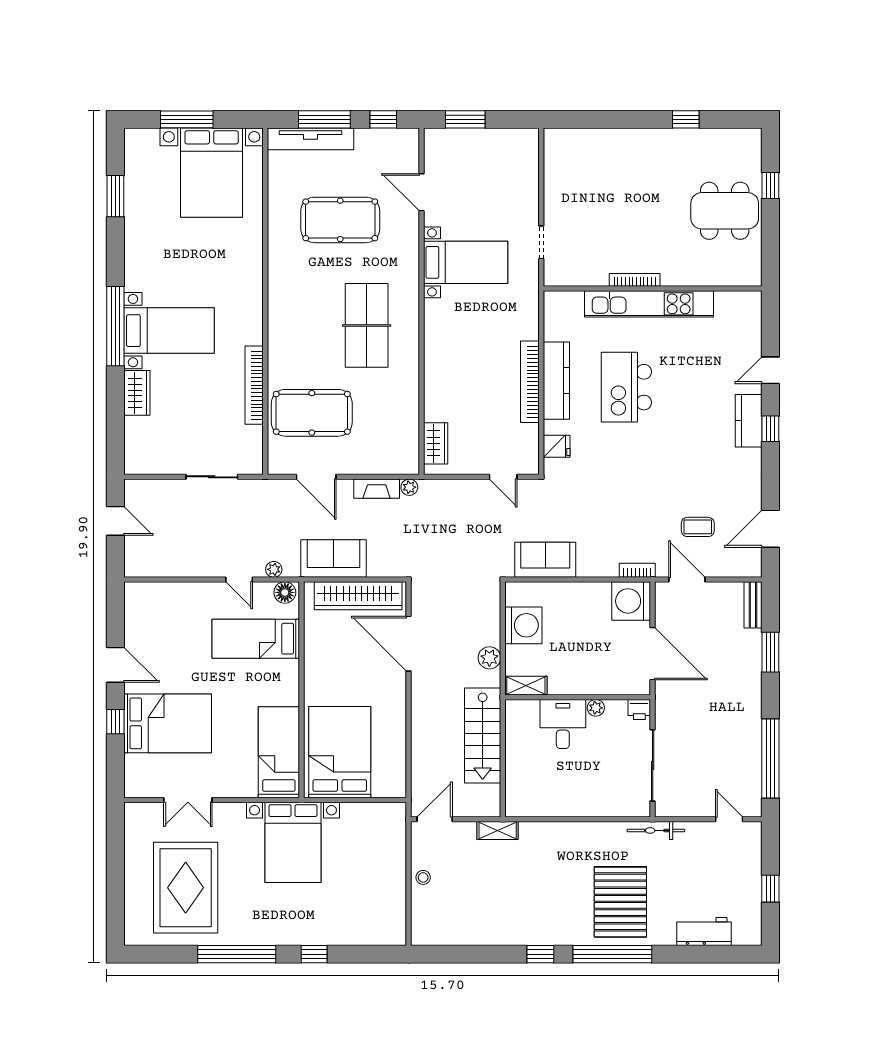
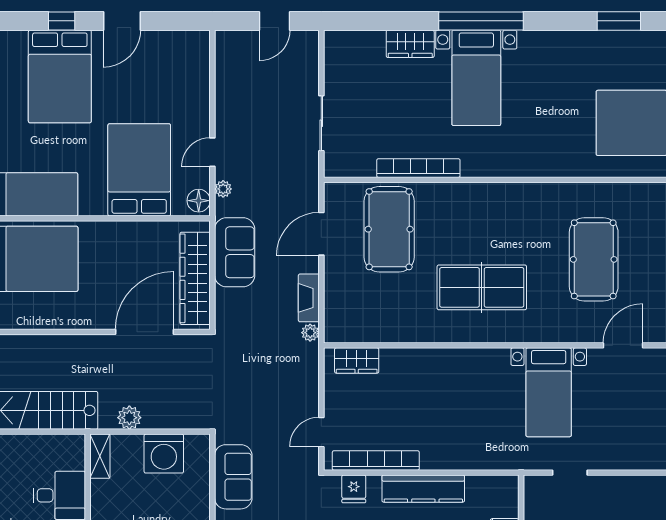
bookcase: (530, 382) -> (376, 460), moved
bed: (256, 639) -> (139, 170), width x1.50

